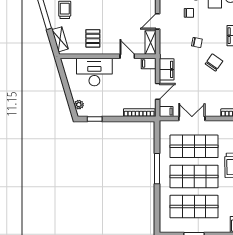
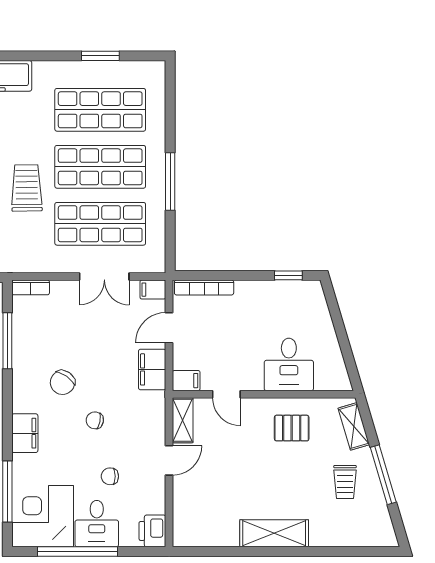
pallet: (93, 38) -> (292, 428), turned 90
desk: (94, 72) -> (289, 364), width x0.73
plant: (79, 105) -> (318, 303), removed

